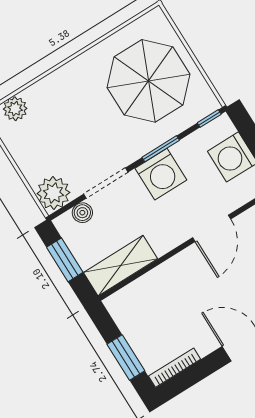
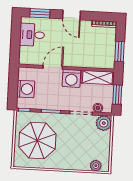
washing machine: (161, 174) -> (71, 78), moved, turned 180
window: (126, 357) -> (119, 51), moved

